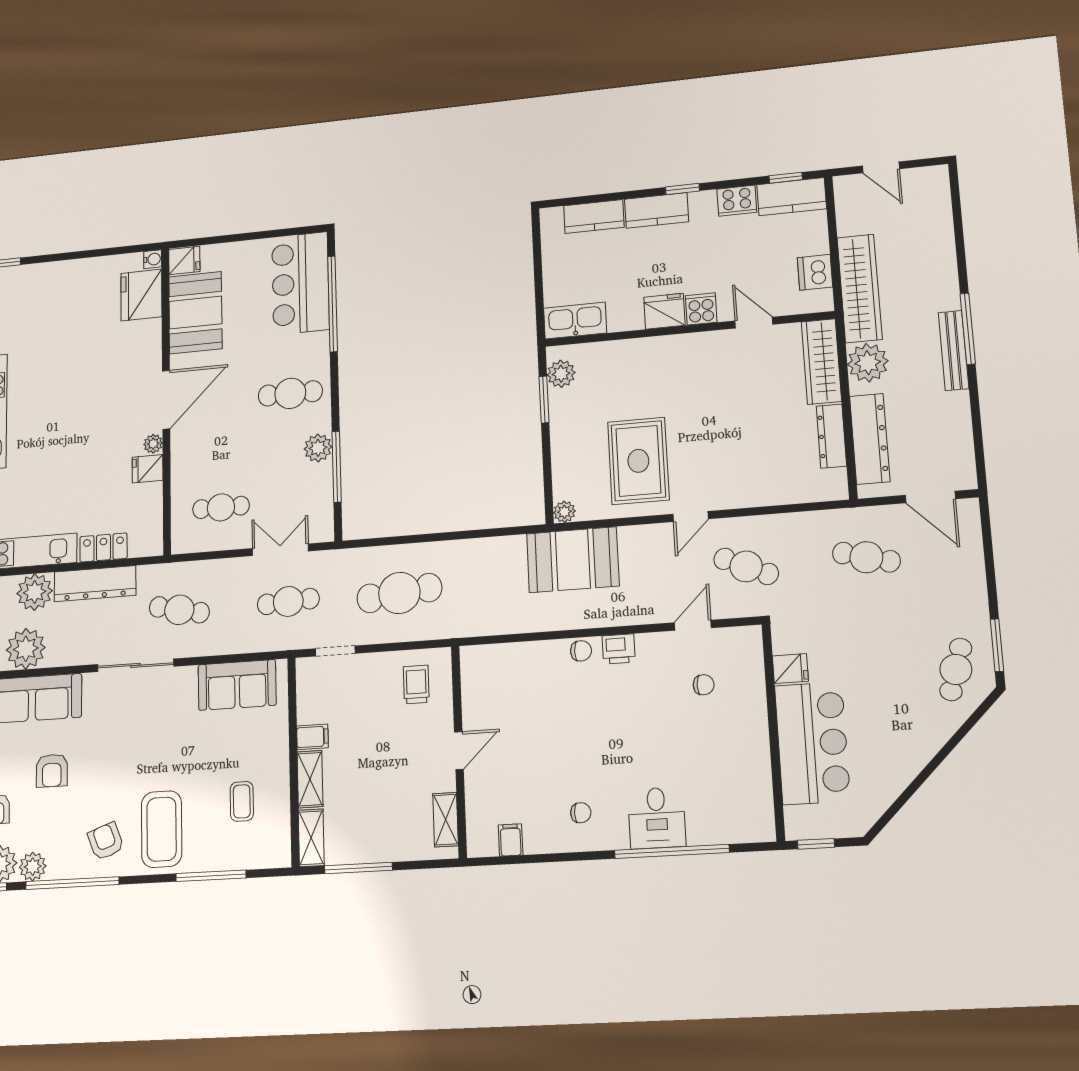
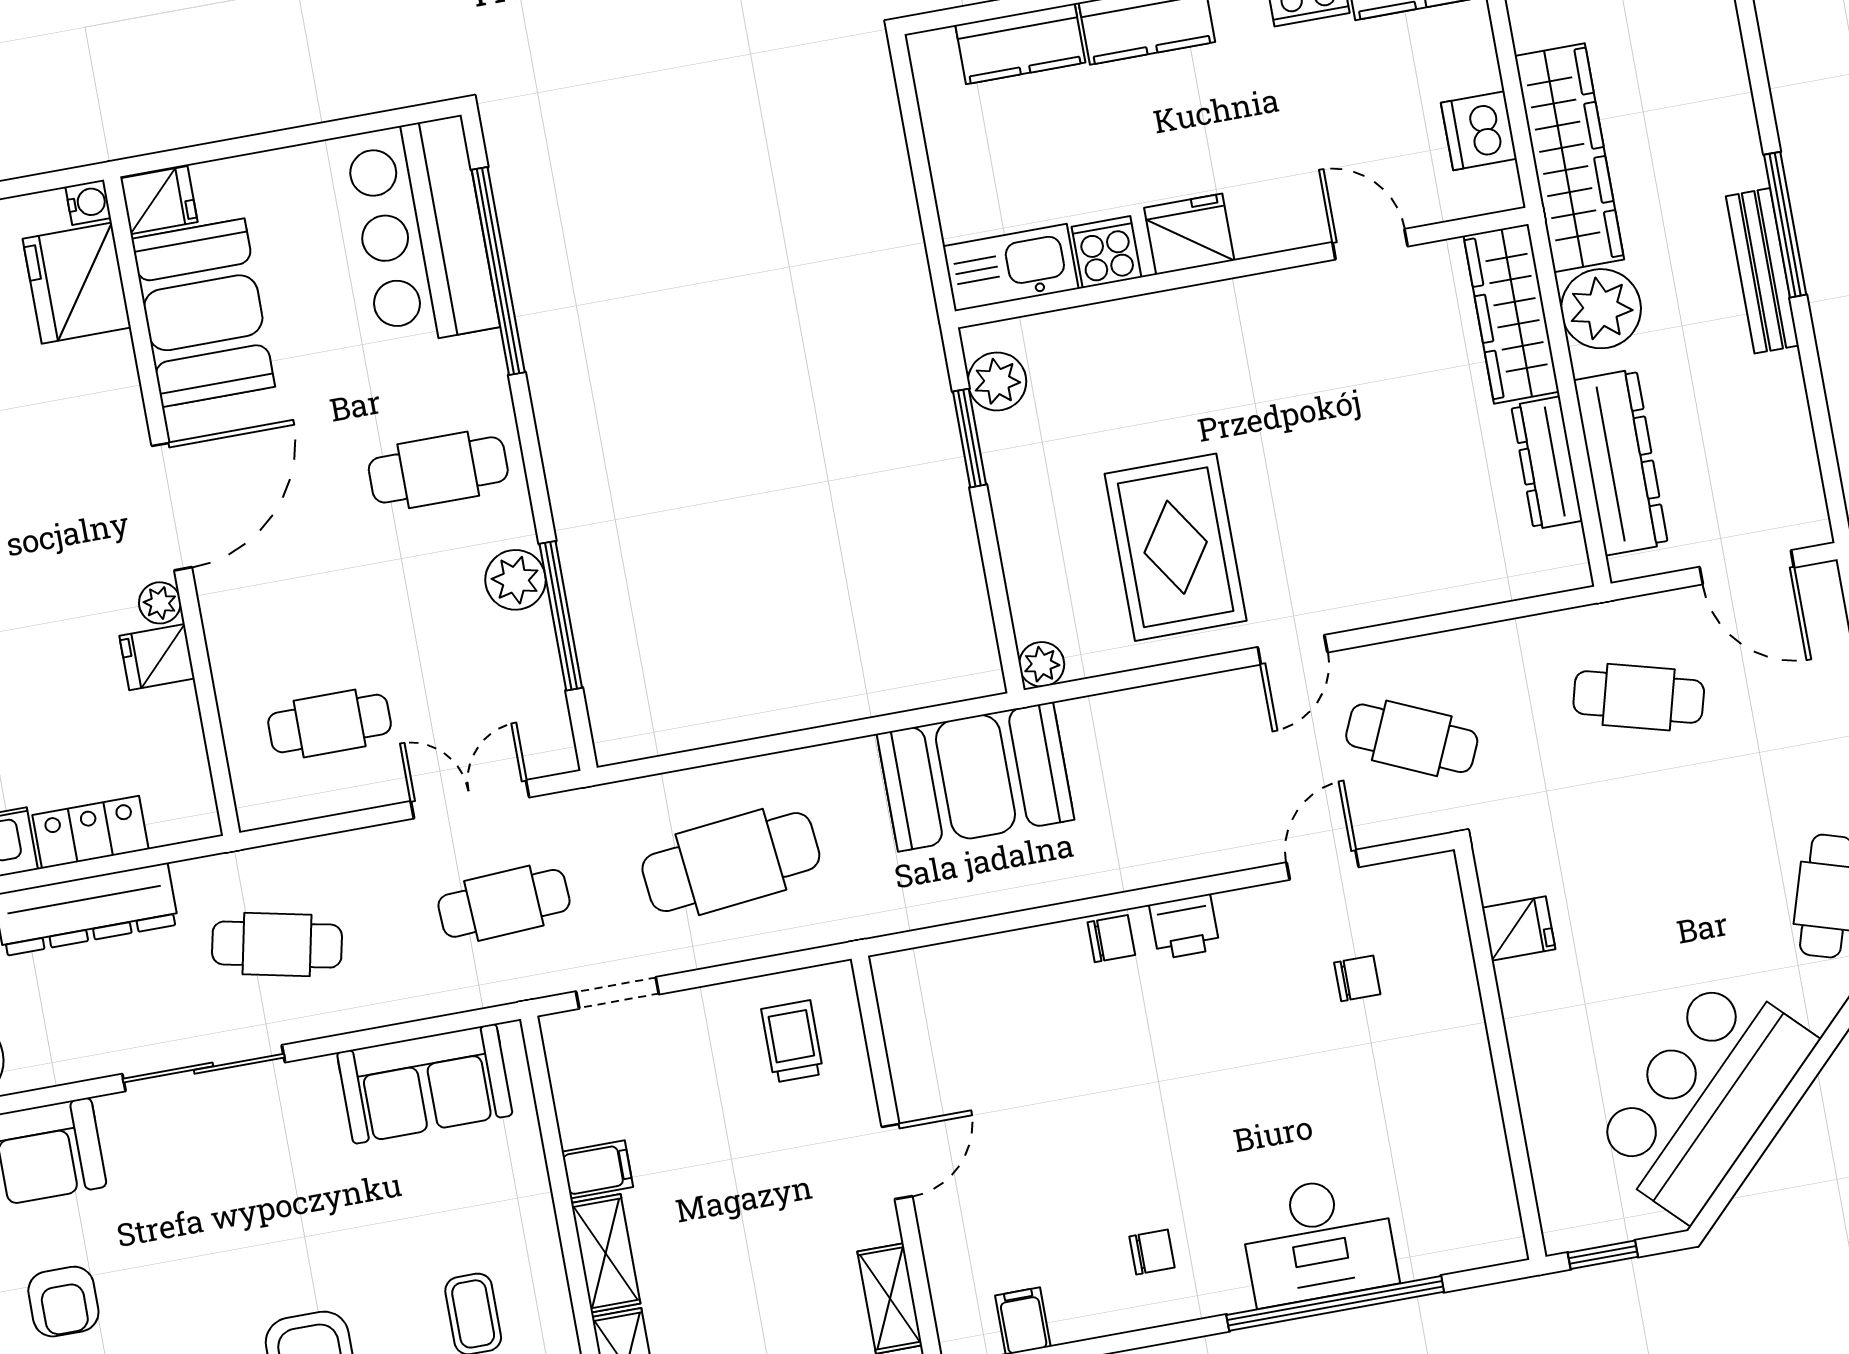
cooker: (701, 309) -> (1106, 252), moved
booth: (573, 560) -> (976, 777), moved
bar counter: (812, 743) -> (1704, 1097), moved, turned -135
desk: (657, 818) -> (1318, 1240), width x1.37

